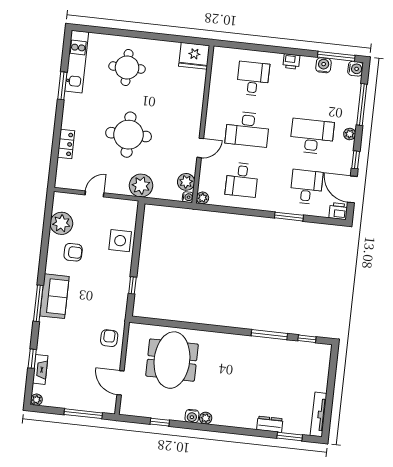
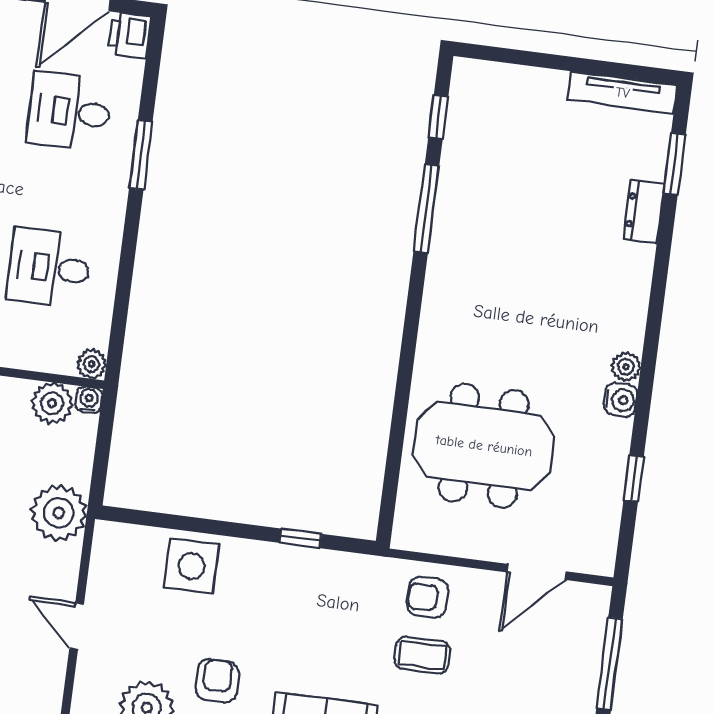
desk: (242, 180) -> (49, 268), turned 180
coffee table: (85, 336) -> (422, 655), added

